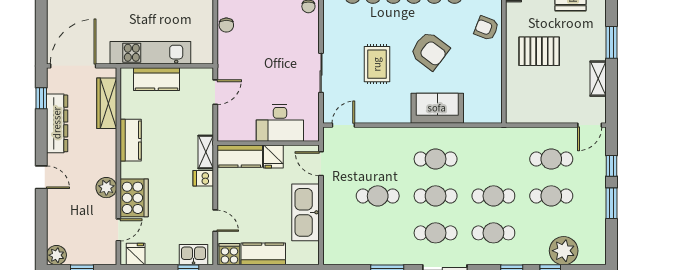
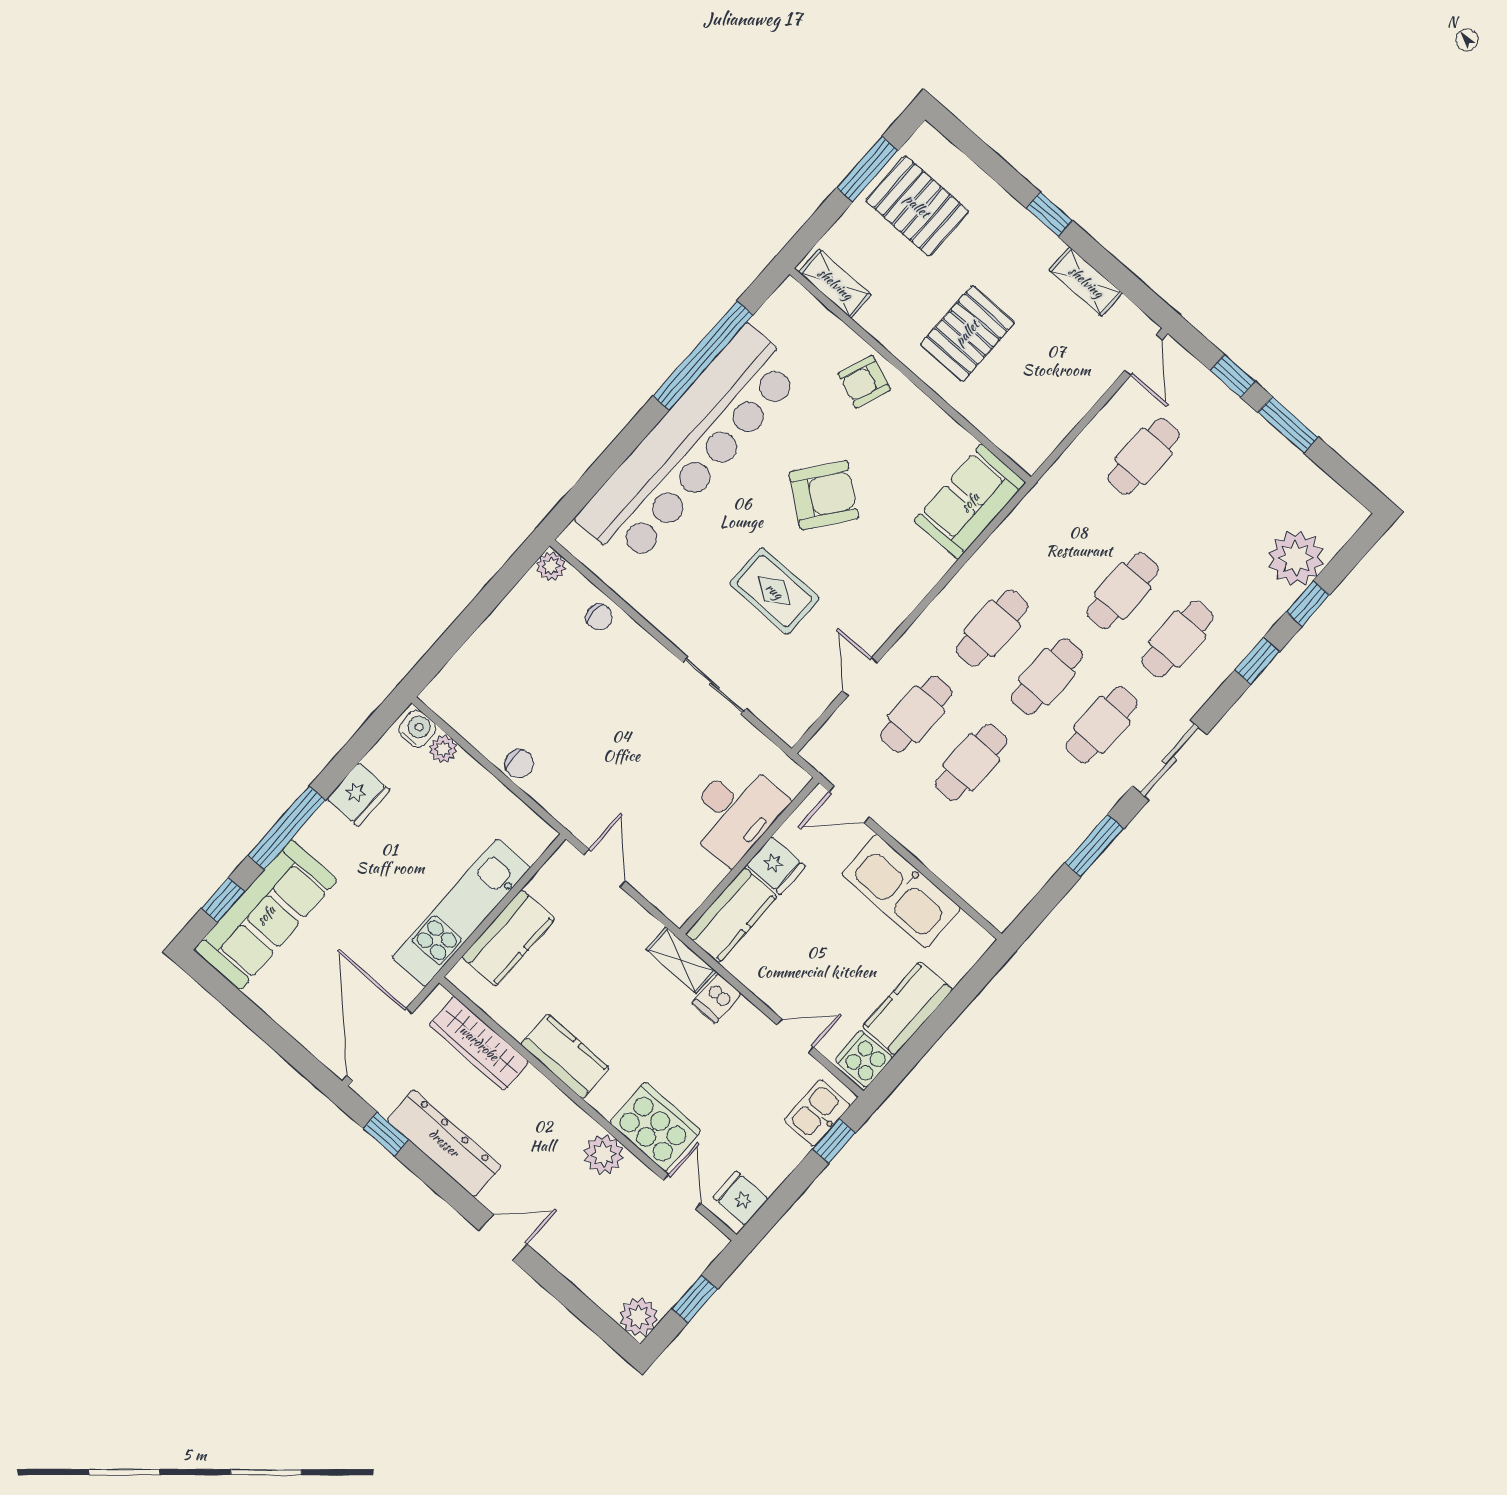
window: (612, 42) -> (1049, 214), width x0.67
sofa: (437, 108) -> (970, 502), moved
door: (343, 125) -> (860, 677), moved
cafe table: (551, 196) -> (916, 714), moved

